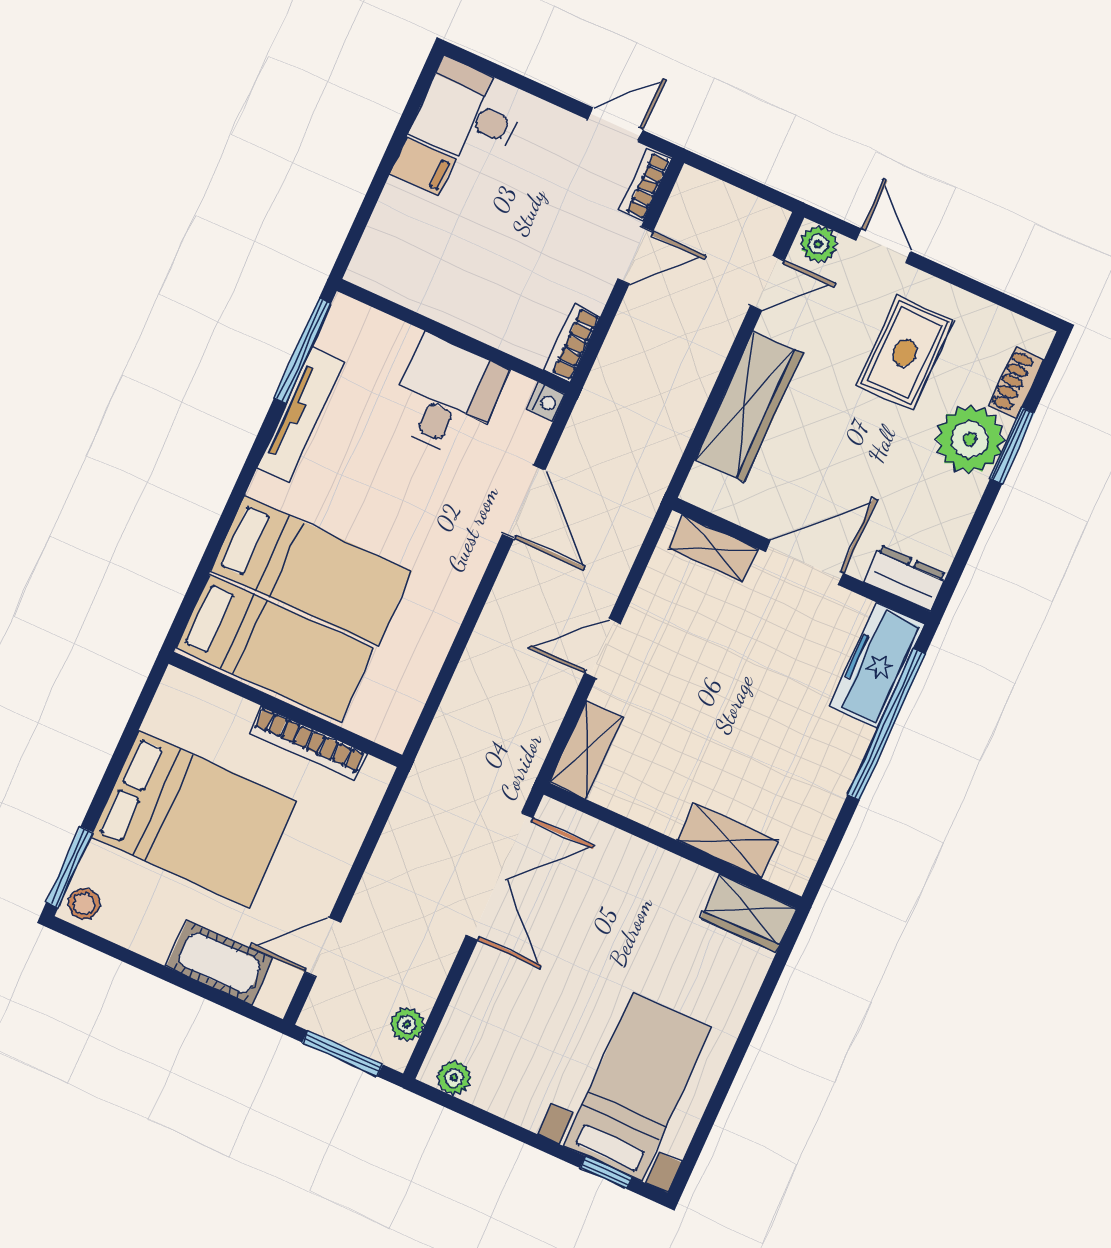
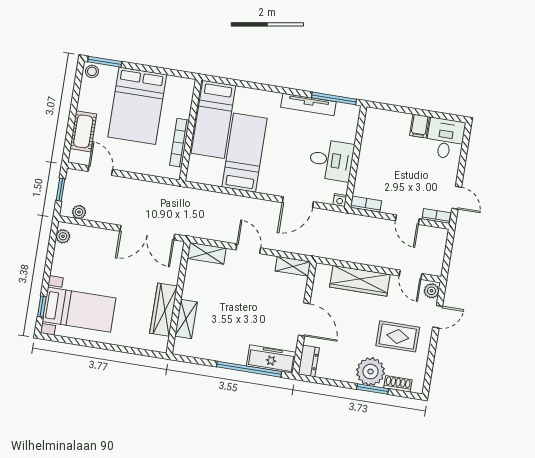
shelving: (713, 549) -> (293, 266), moved, turned 90
bed: (311, 571) -> (244, 153), moved, turned 180
wardrobe: (748, 913) -> (164, 310), moved, width x1.50
window: (342, 1053) -> (61, 190), width x0.67

